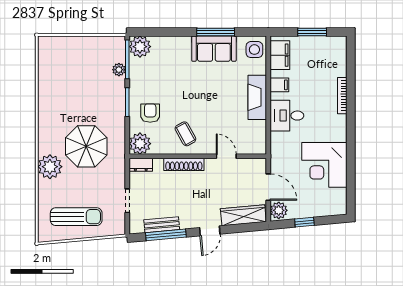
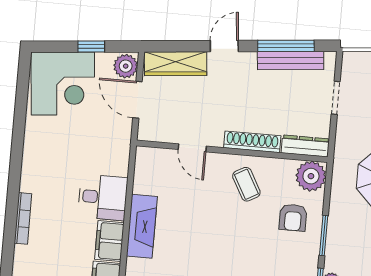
filing cabinet: (279, 85) -> (109, 241), width x2.00
dresser: (141, 165) -> (305, 146), width x1.44
corner desk: (324, 165) -> (63, 84), moved, turned 85
bench: (162, 225) -> (291, 60), width x1.36

